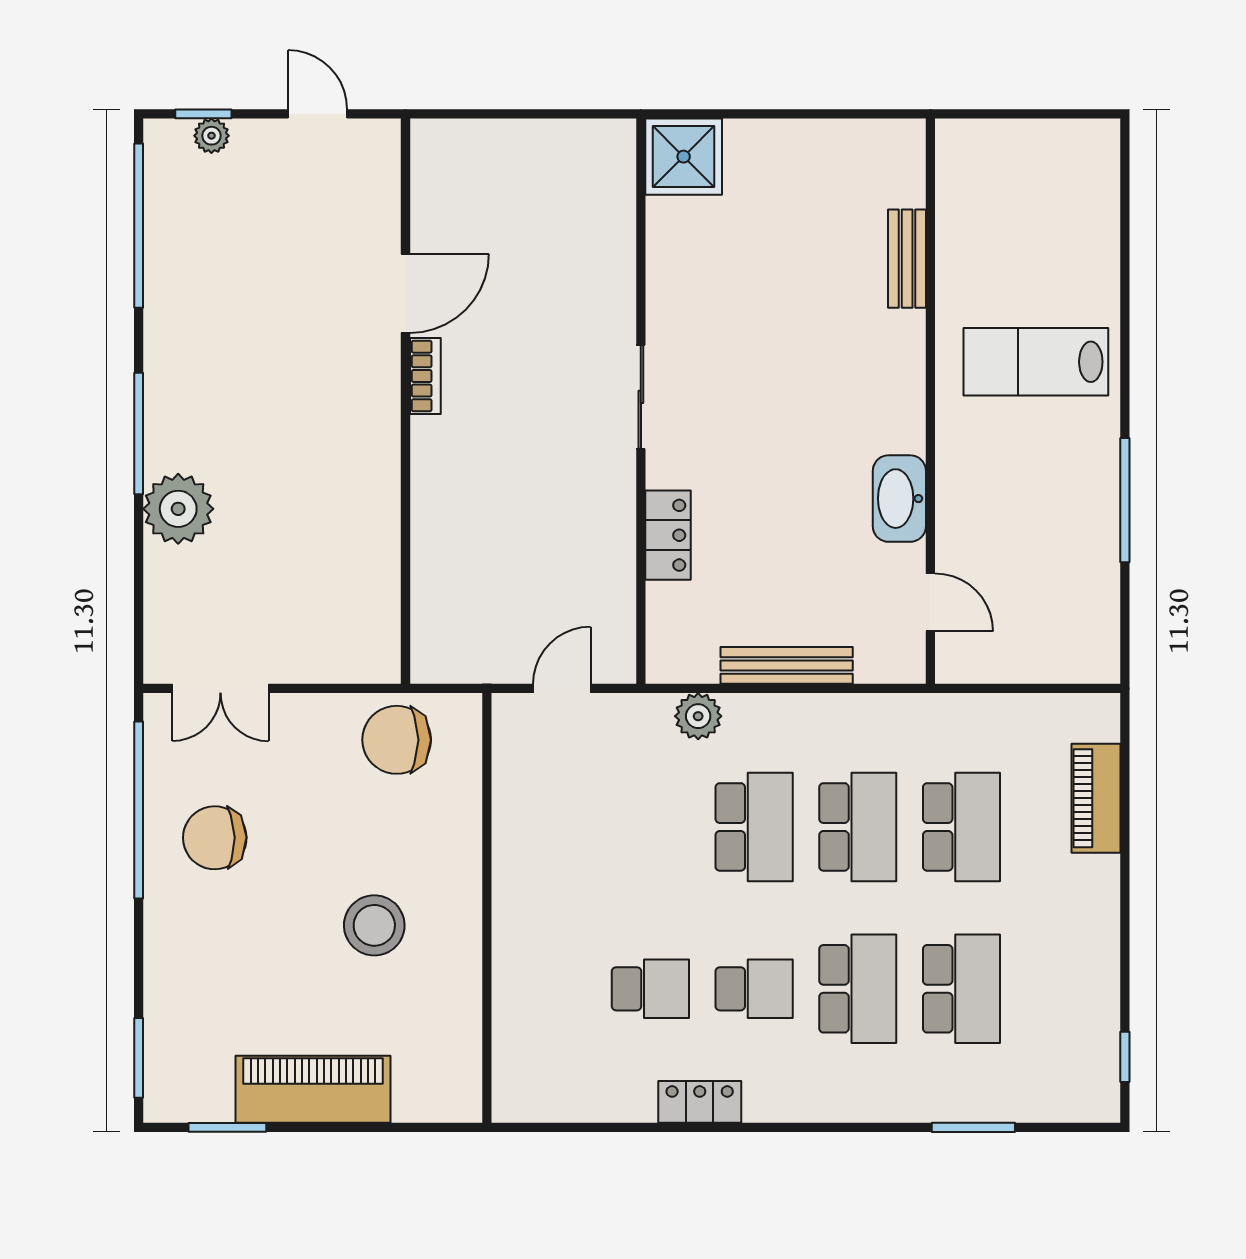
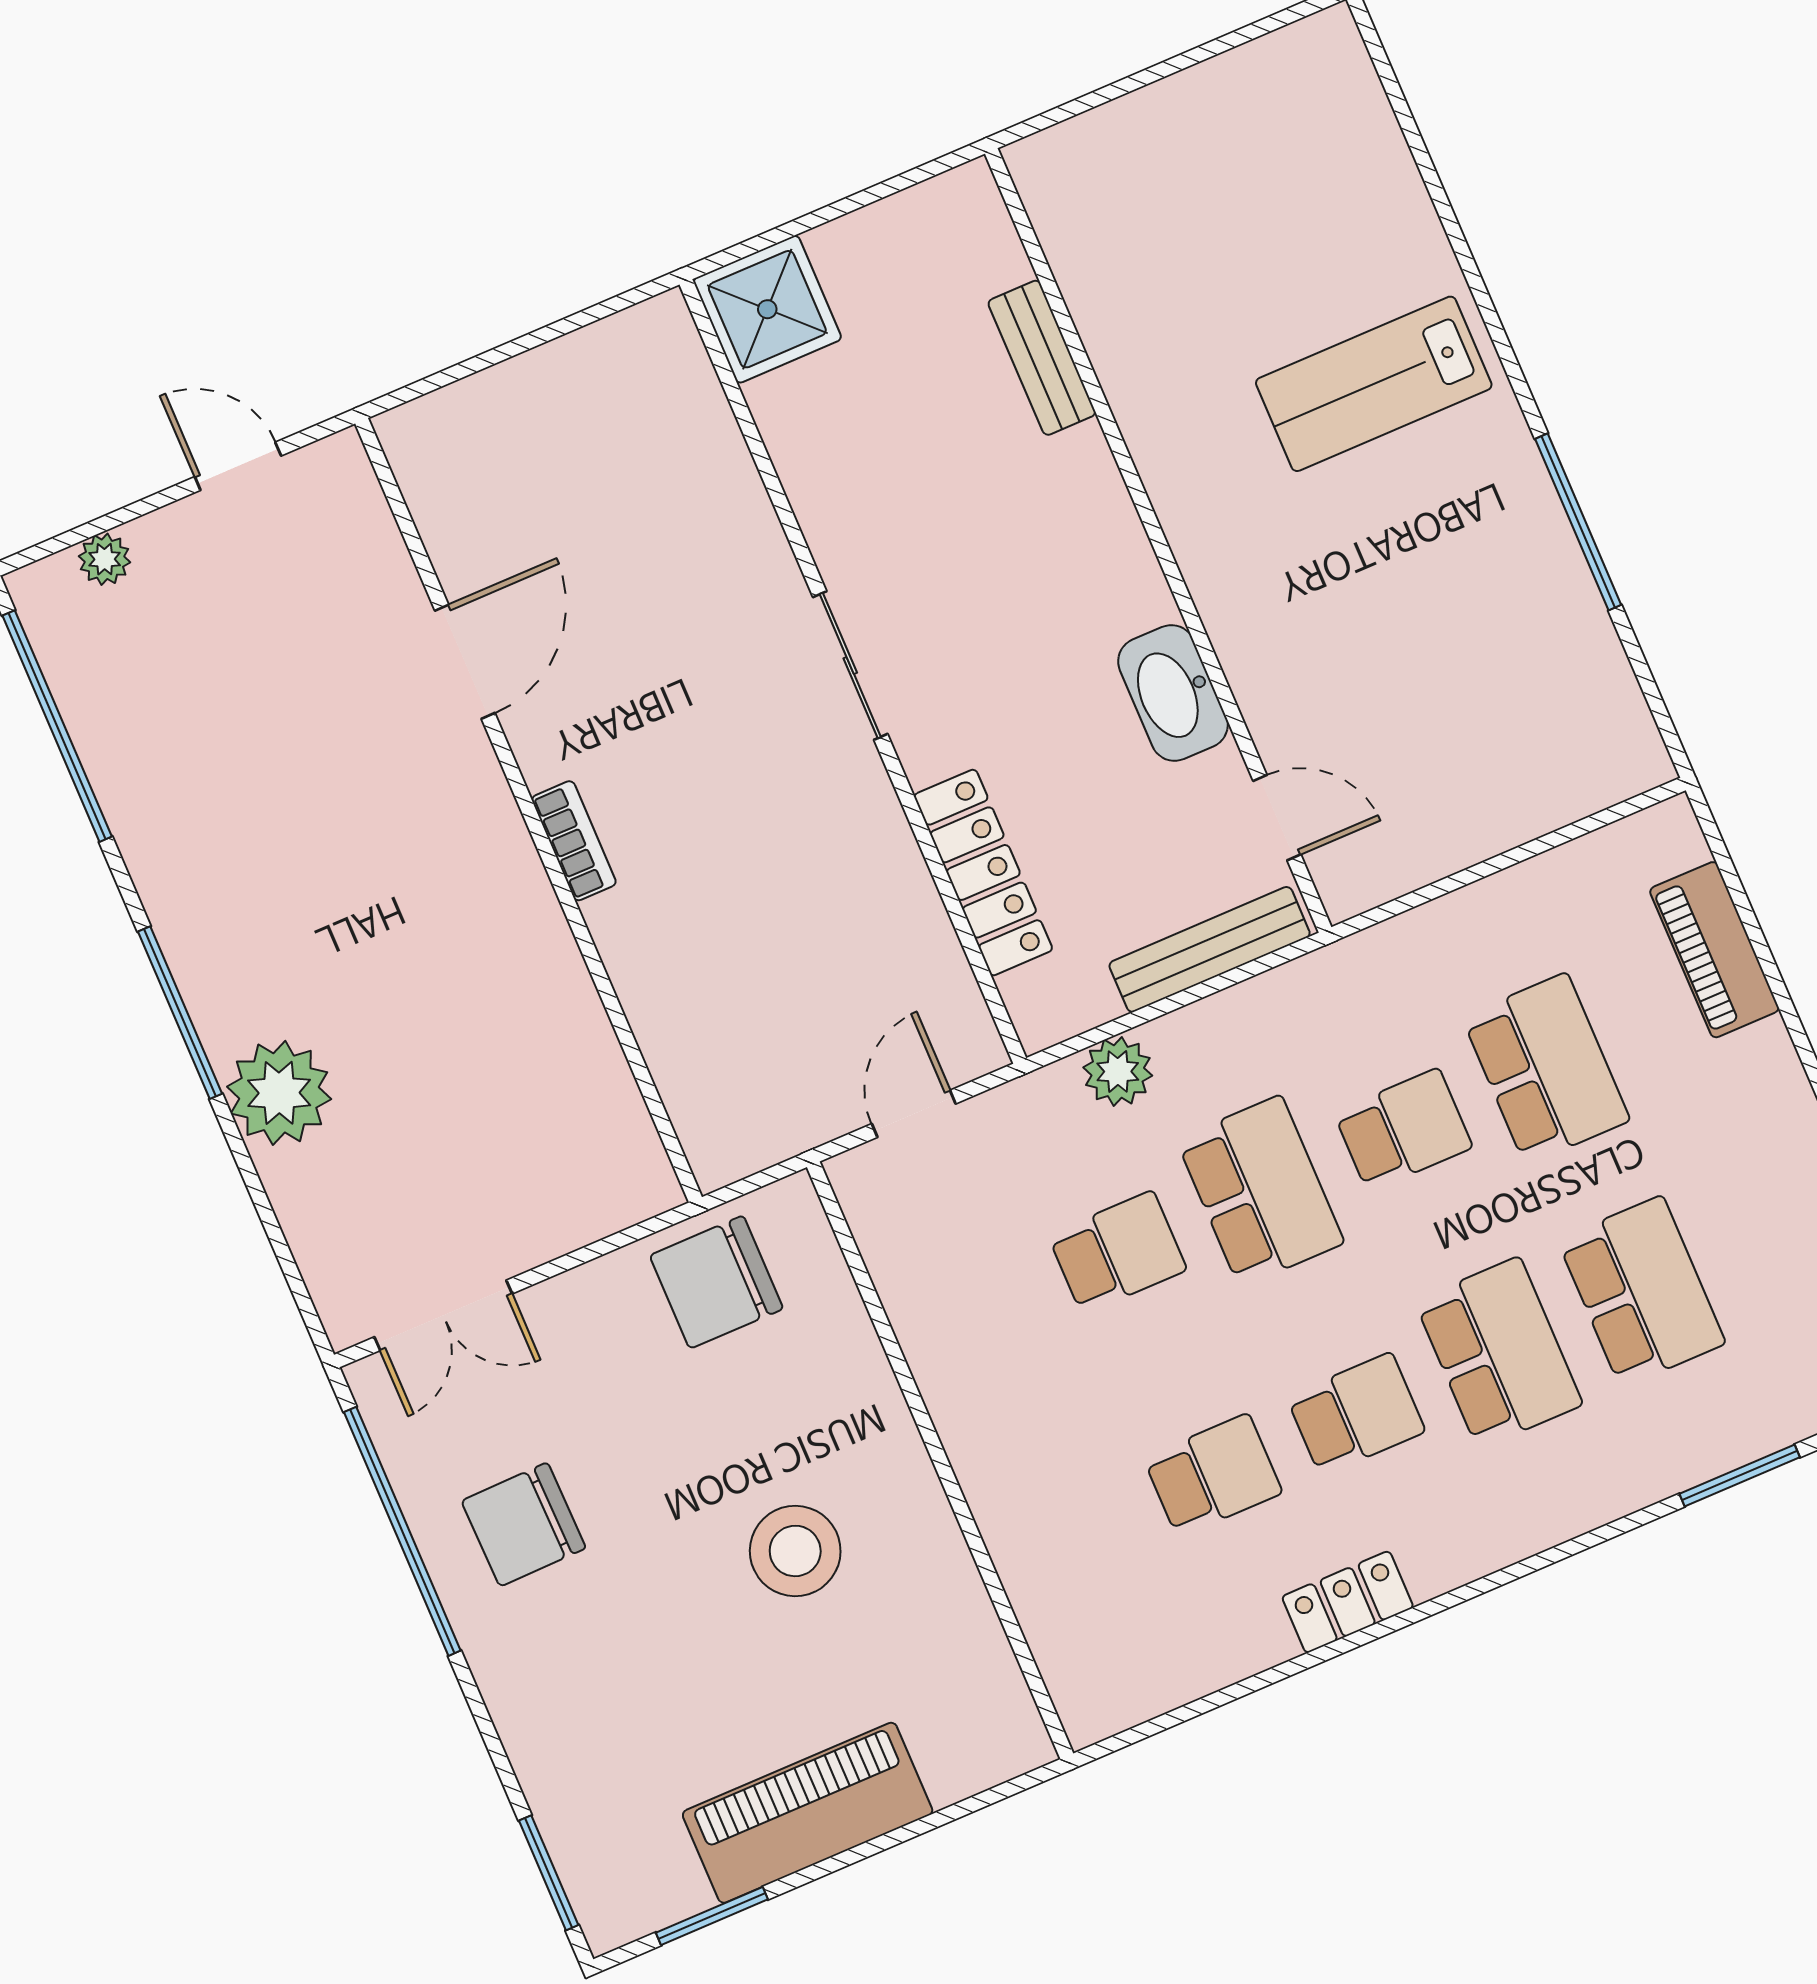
window: (203, 114) -> (80, 534), removed
bench: (907, 259) -> (1042, 358), moved
bookcase: (425, 376) -> (574, 841), moved
wall: (930, 401) -> (1158, 540), moved
washbasin: (899, 499) -> (1173, 693), moved
locker: (668, 535) -> (983, 872), width x1.53
door: (930, 602) -> (1277, 818), moved
school desk: (650, 827) -> (1117, 1252), added
school desk: (858, 827) -> (1403, 1130), width x0.54

